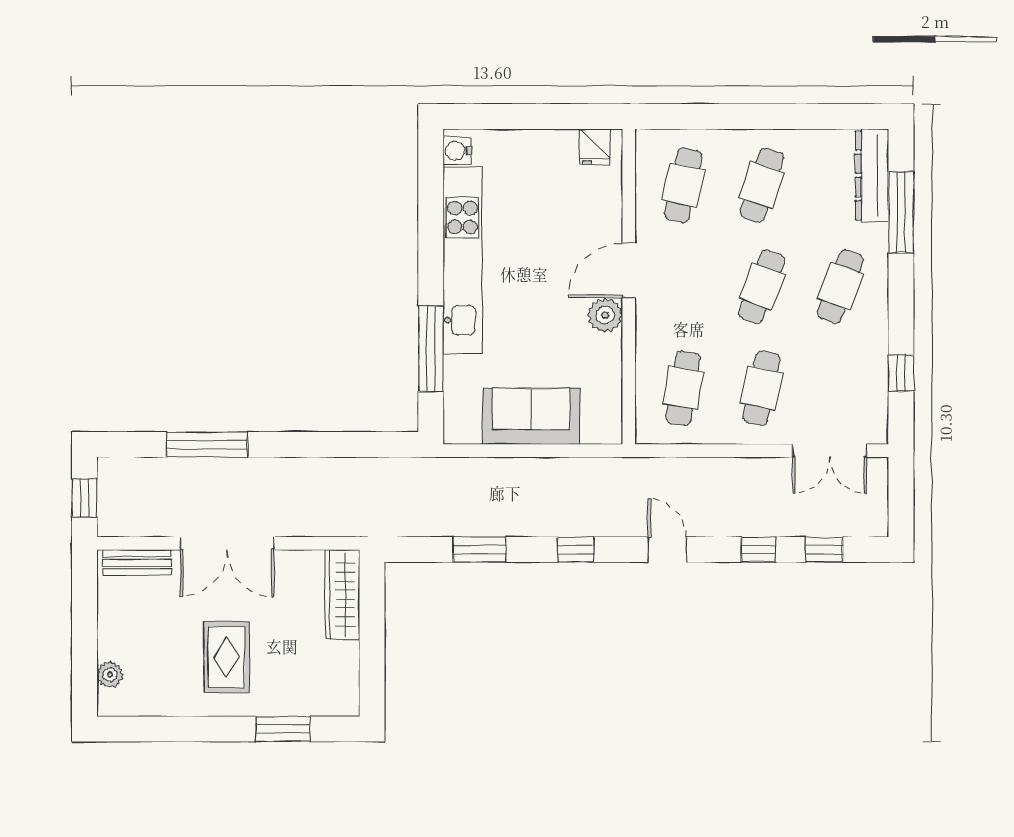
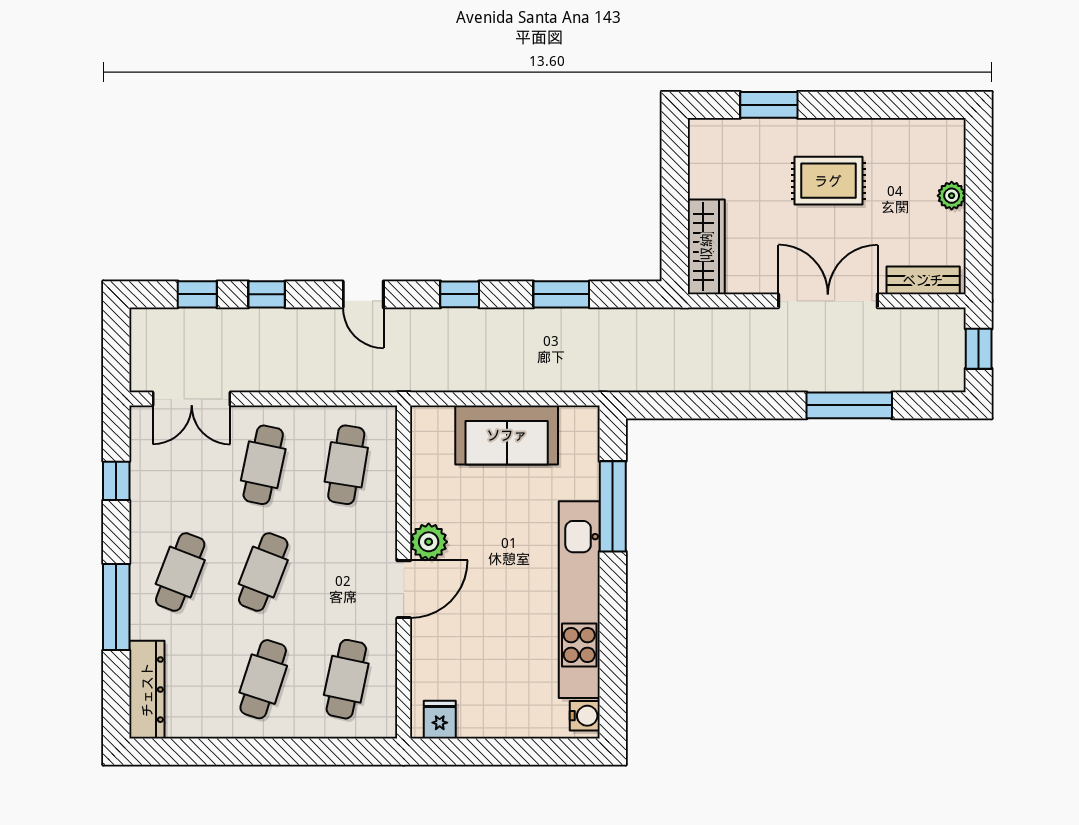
window: (901, 212) -> (116, 607), moved
double door: (830, 451) -> (192, 399), swing flipped
rug: (227, 657) -> (828, 181), turned 90
plant: (110, 675) -> (952, 196), moved

